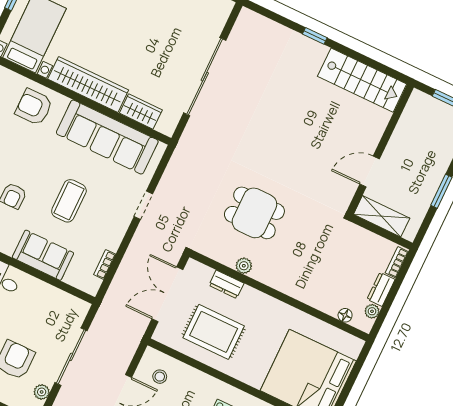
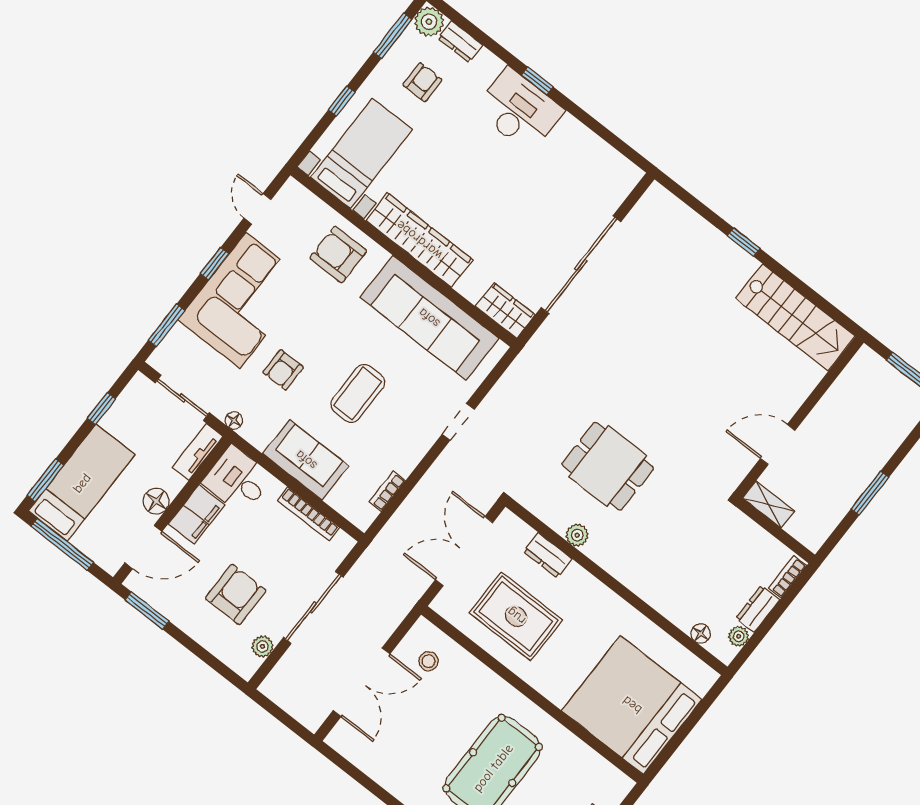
wardrobe: (141, 112) -> (505, 310), moved
shelving: (382, 216) -> (769, 505), width x0.67, depth x0.75
bookcase: (53, 292) -> (309, 514), added

